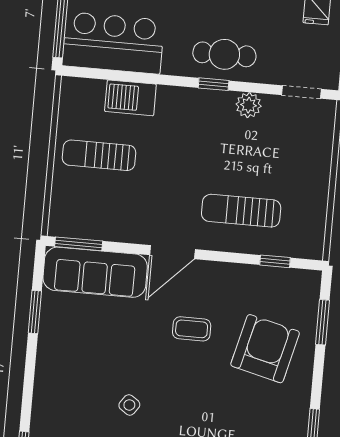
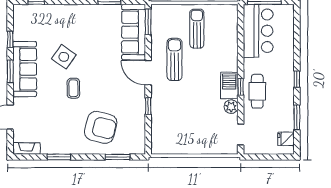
barbecue: (130, 98) -> (229, 85), moved
sun lounger: (241, 211) -> (174, 59), moved
window: (275, 261) -> (148, 106), moved
coffee table: (192, 329) -> (73, 88), moved
side table: (129, 405) -> (64, 57), width x1.87, depth x1.87

